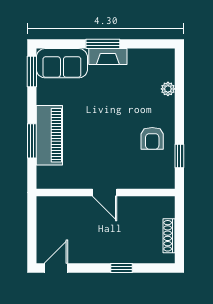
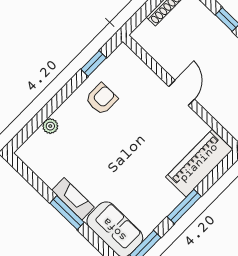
piano: (49, 135) -> (199, 163), moved
window: (32, 141) -> (184, 206), moved

